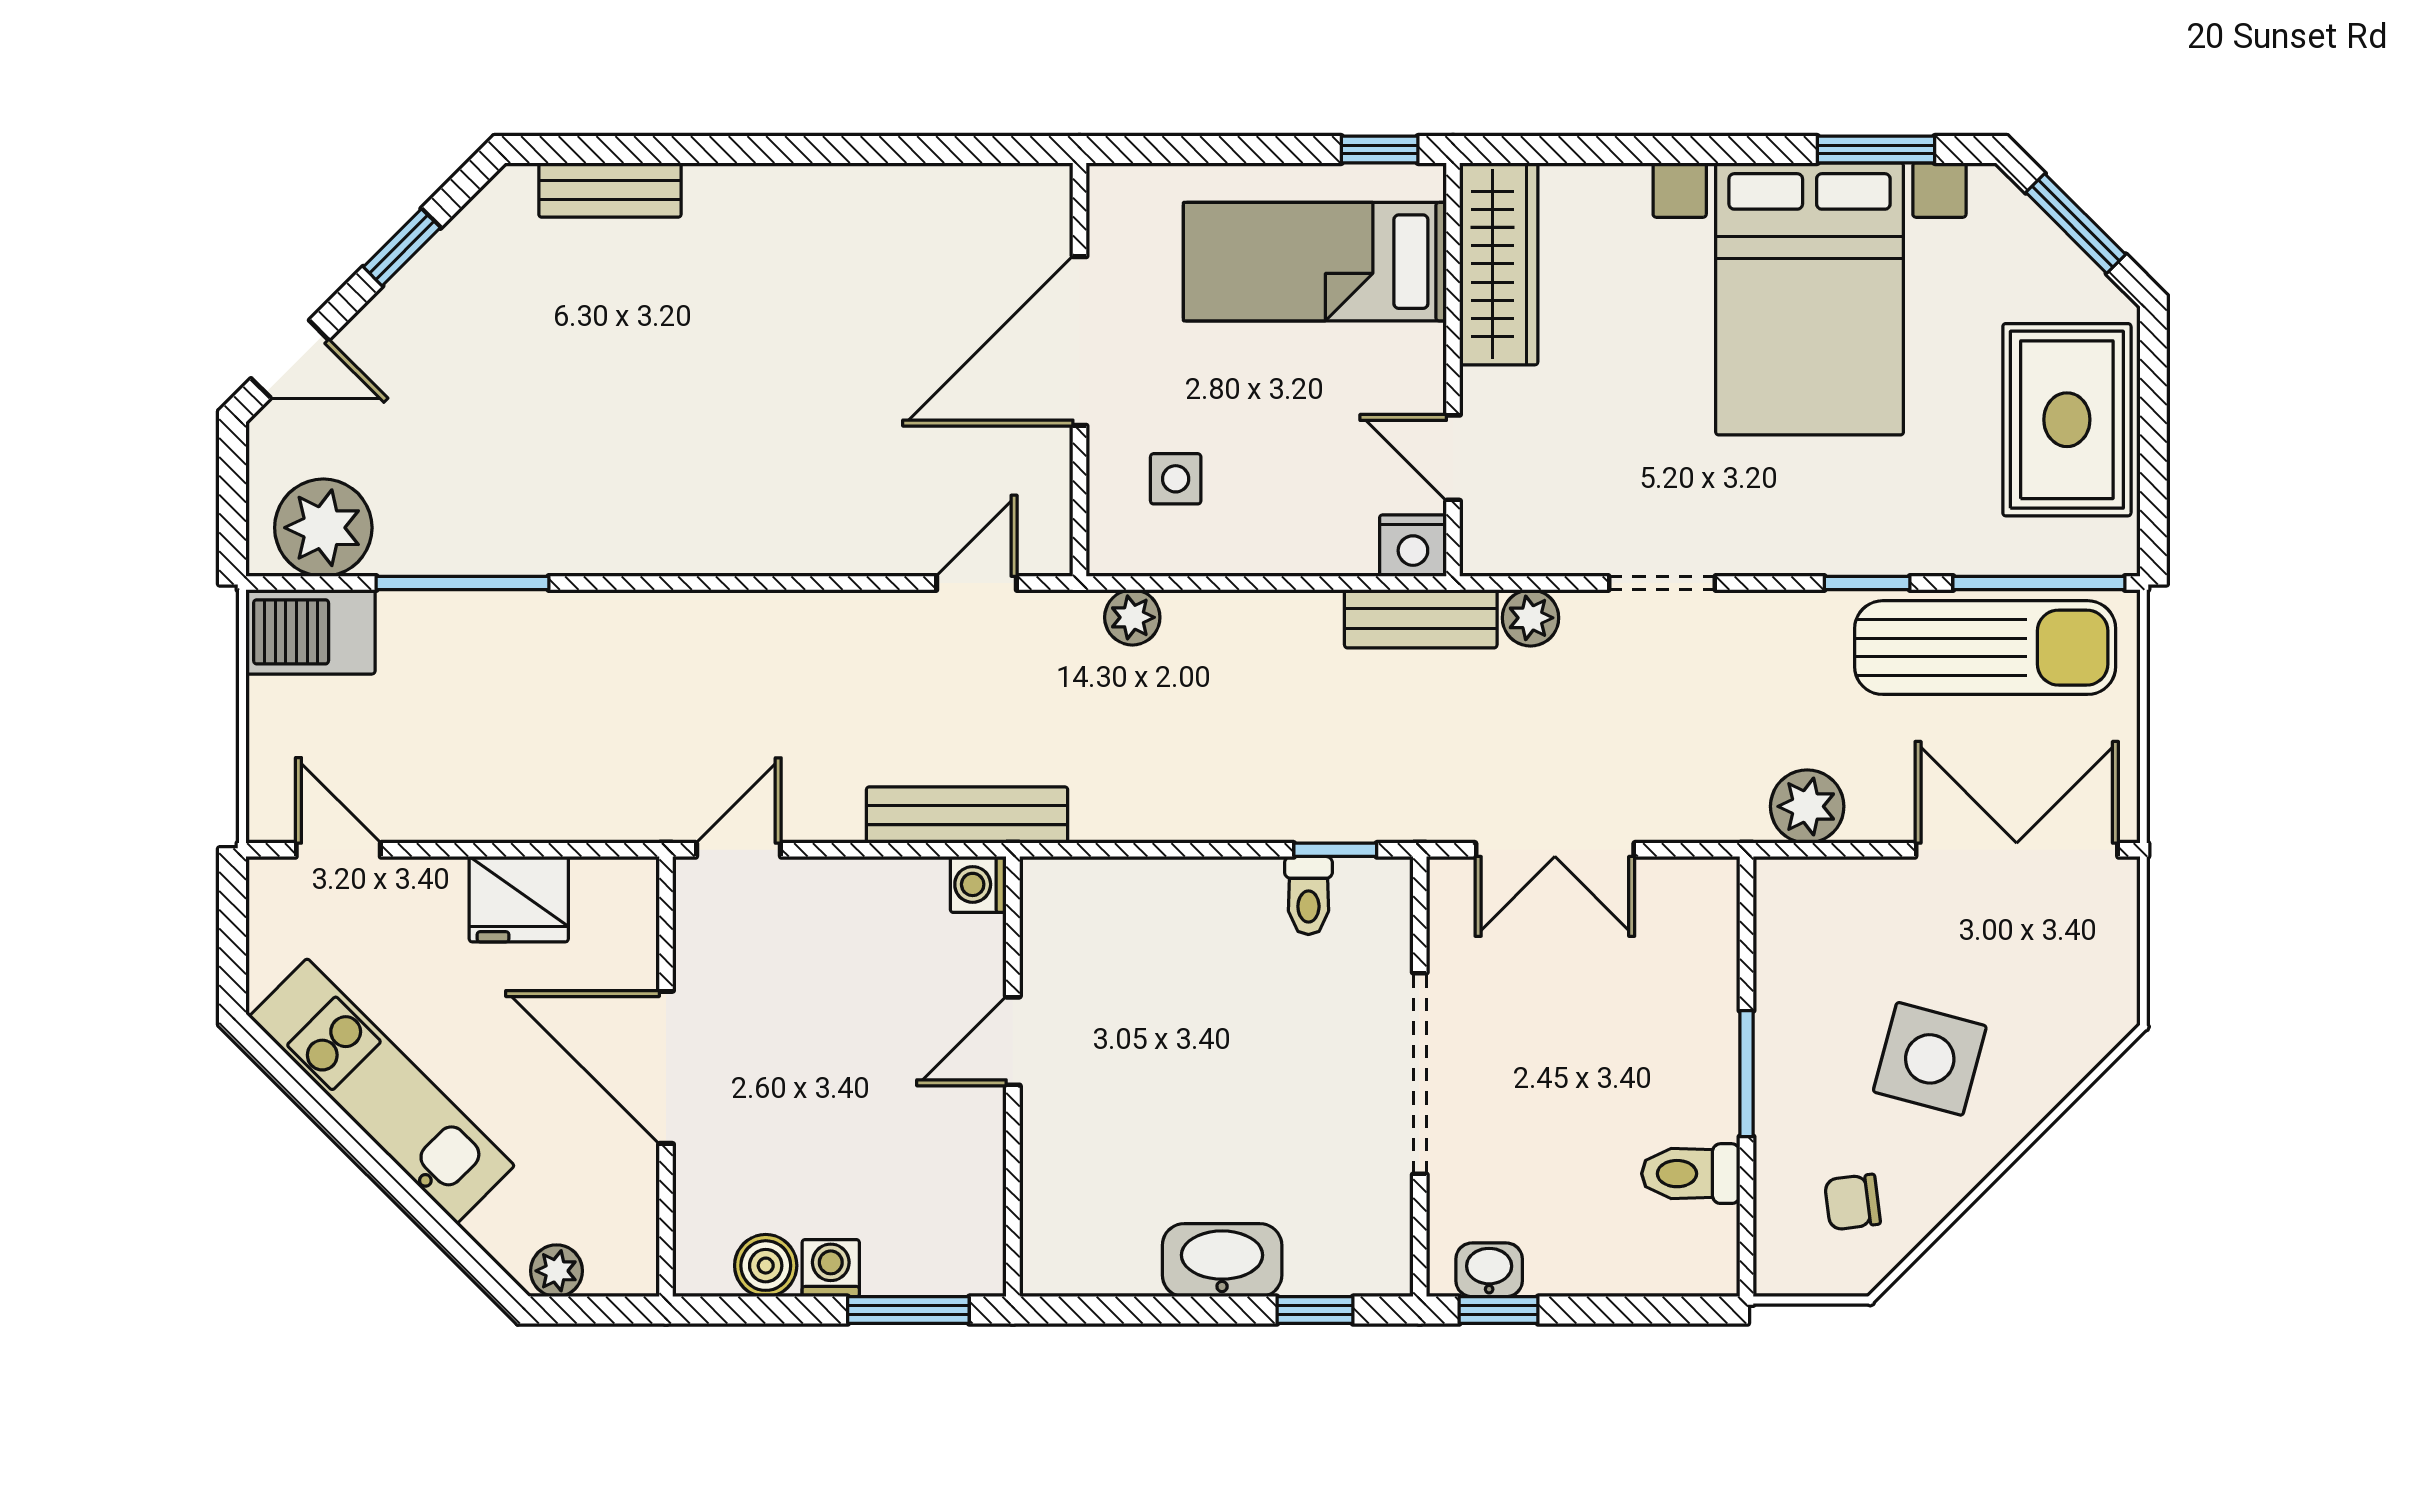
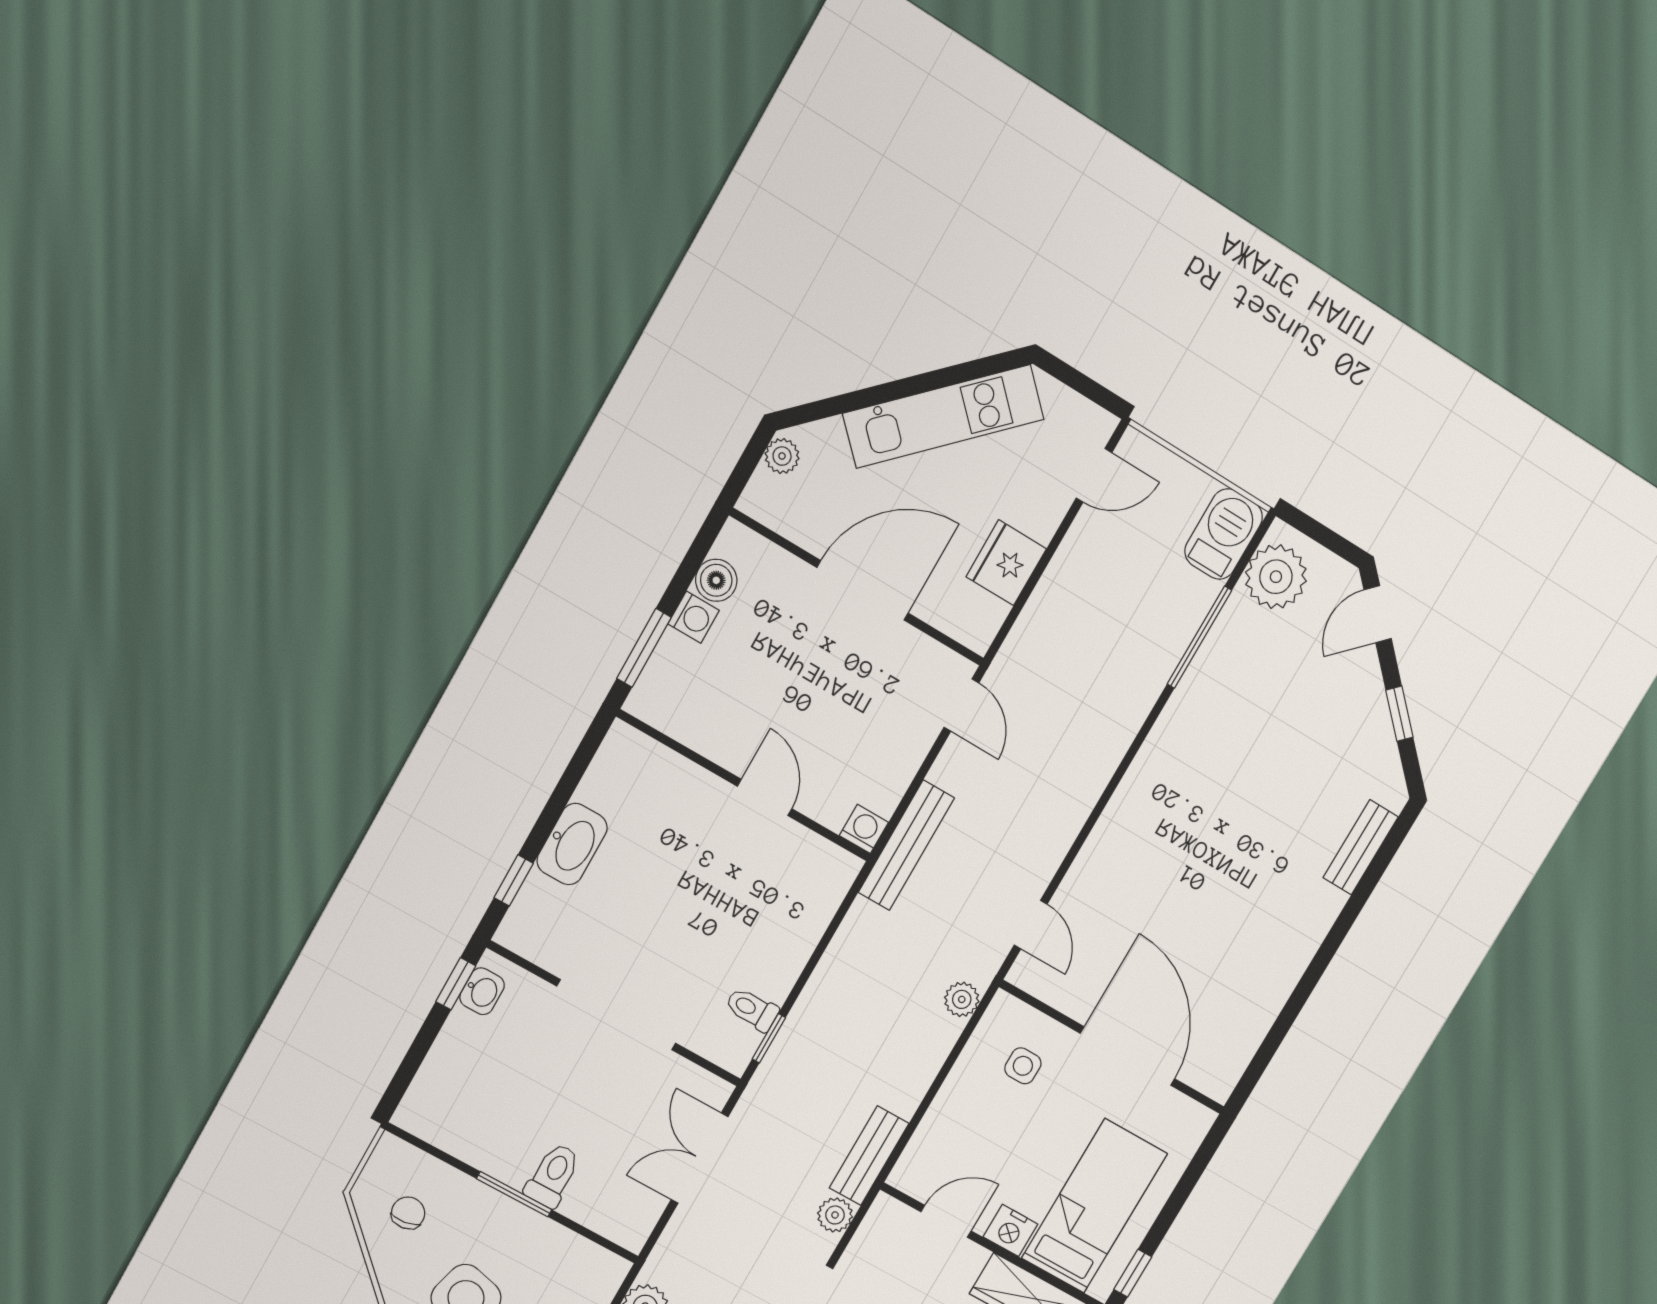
nightstand: (1413, 546) -> (1010, 1230), moved, turned -90
toilet: (1691, 1174) -> (553, 1175), moved

